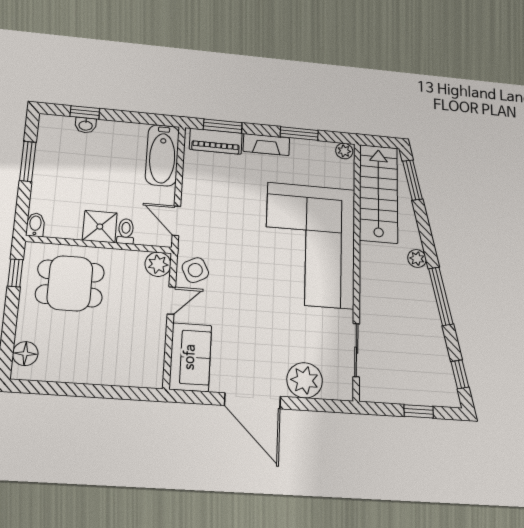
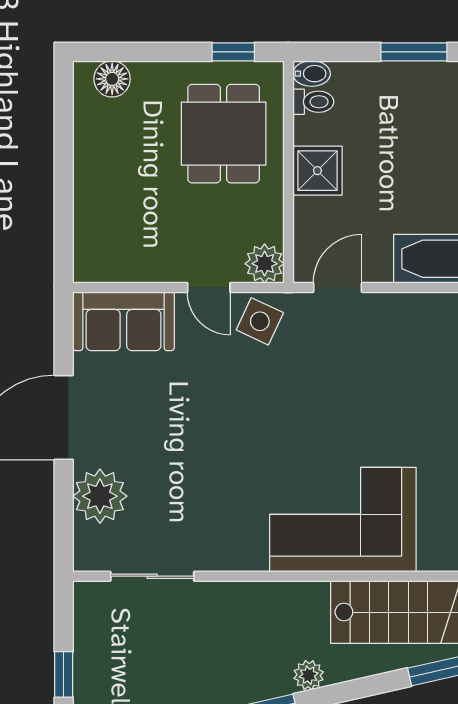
toilet: (126, 231) -> (313, 102), moved
corner sofa: (310, 245) -> (343, 520), width x0.73, depth x0.74
side table: (195, 270) -> (260, 321), turned -38

